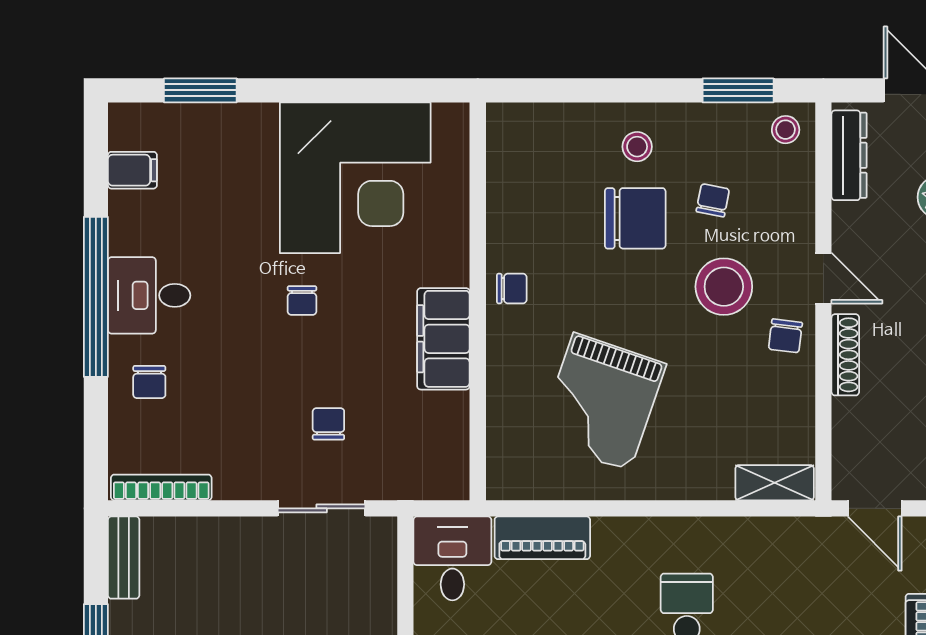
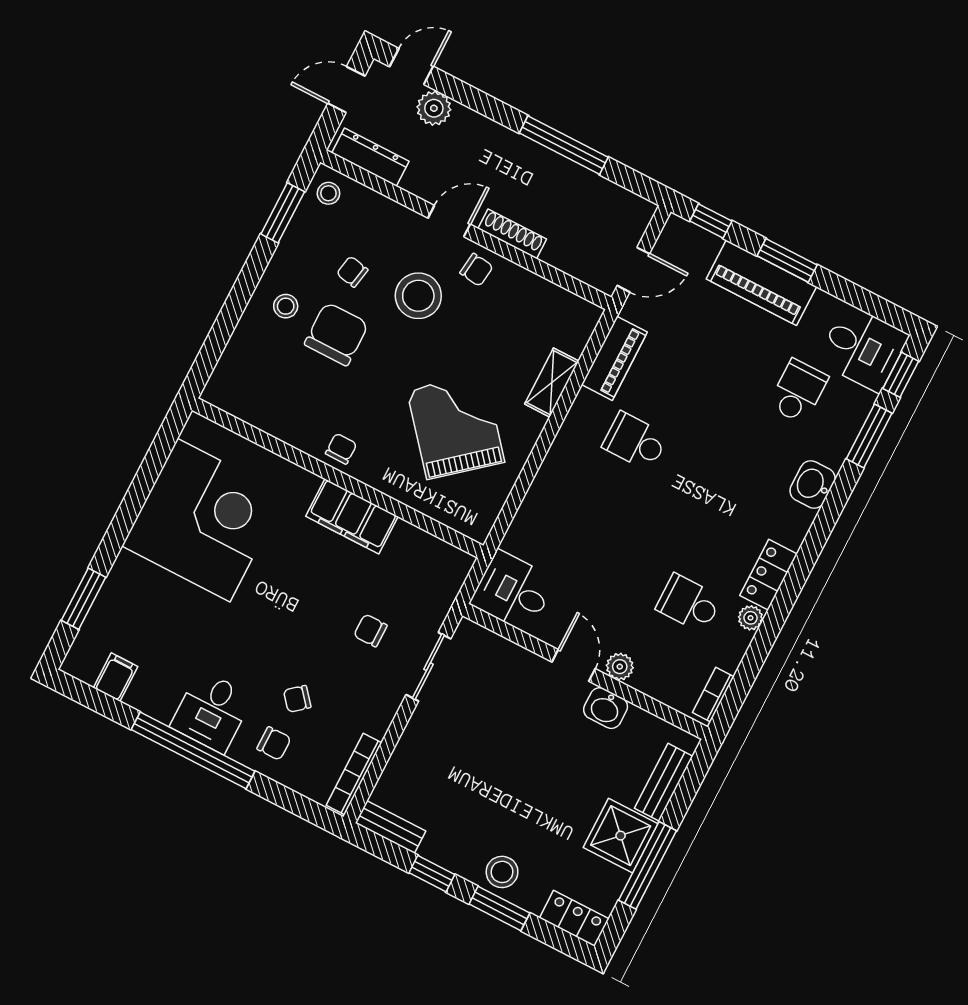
chair: (302, 301) -> (297, 699), moved, turned 140
grand piano: (602, 402) -> (456, 426), turned -149
shelving: (775, 483) -> (552, 383), moved
piano: (542, 538) -> (614, 358), moved

